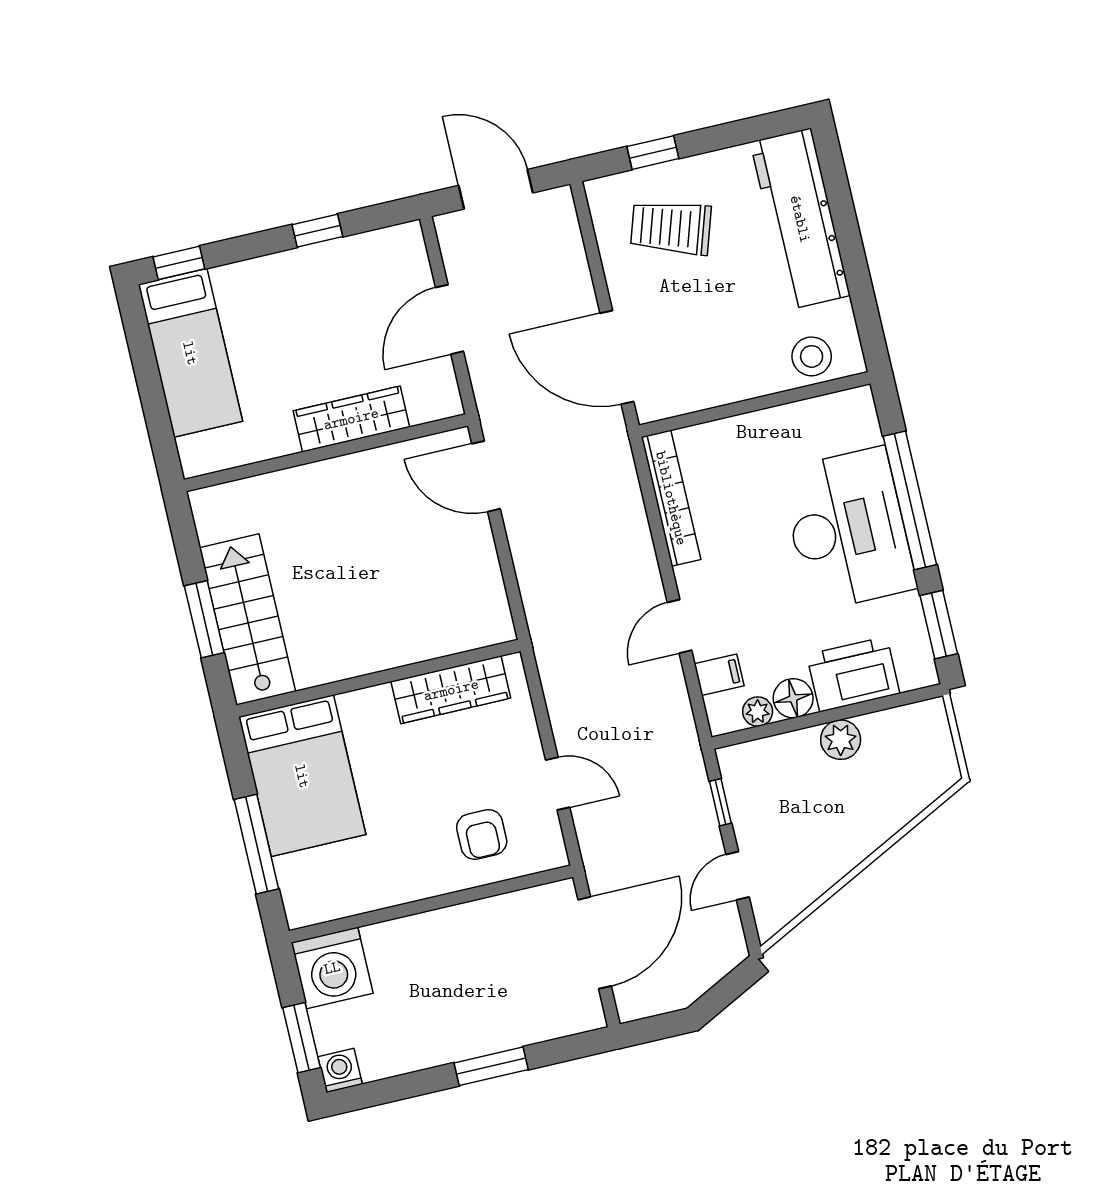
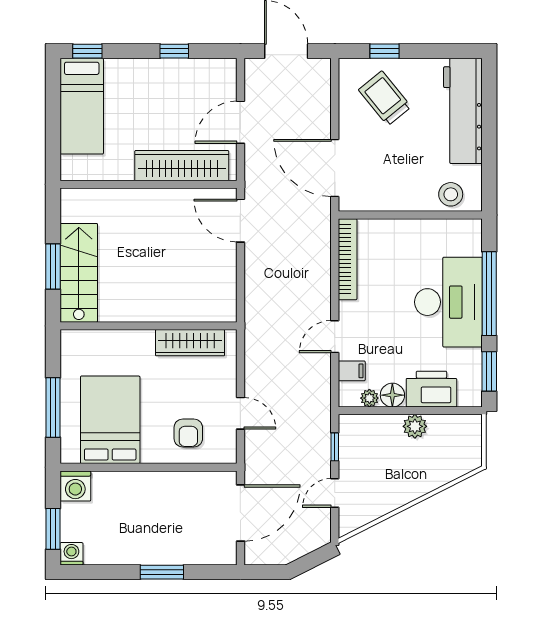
trolley: (671, 228) -> (385, 98), turned 33
wardrobe: (351, 419) -> (182, 166), width x1.40, depth x1.17
bed: (302, 776) -> (110, 420), moved, turned 180
washing machine: (332, 968) -> (75, 486), width x0.73, depth x0.73

